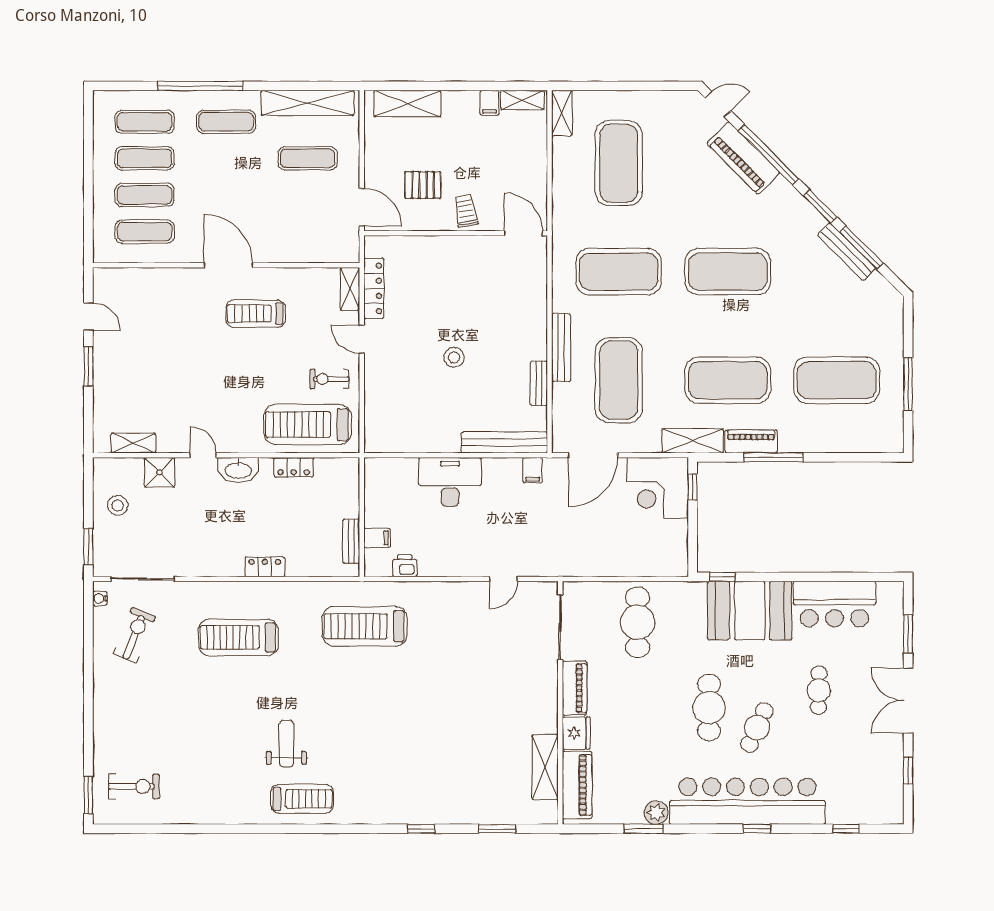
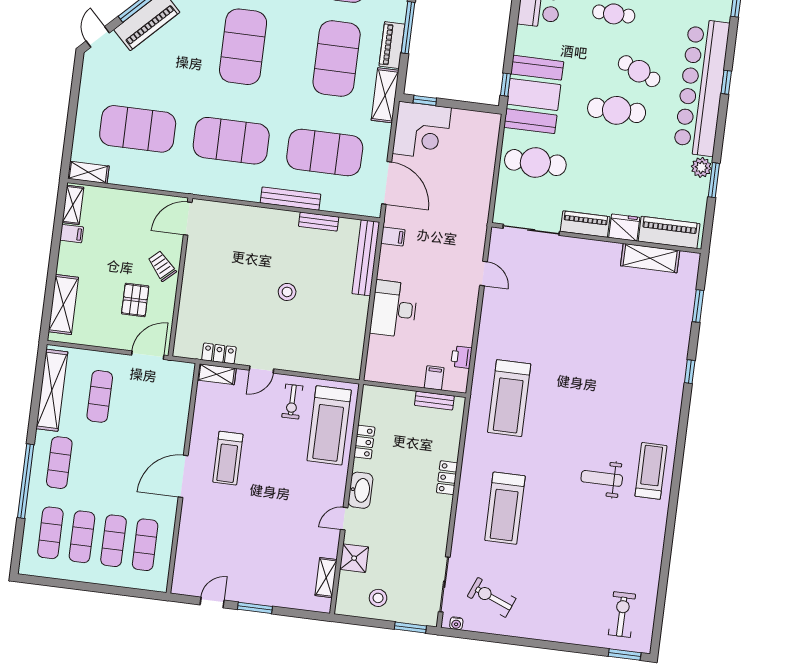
trolley: (466, 211) -> (162, 266), turned 58
exercise mat: (619, 272) -> (231, 141), turned 90
locker: (374, 288) -> (219, 353), width x0.66
booth: (750, 611) -> (534, 94), moved

